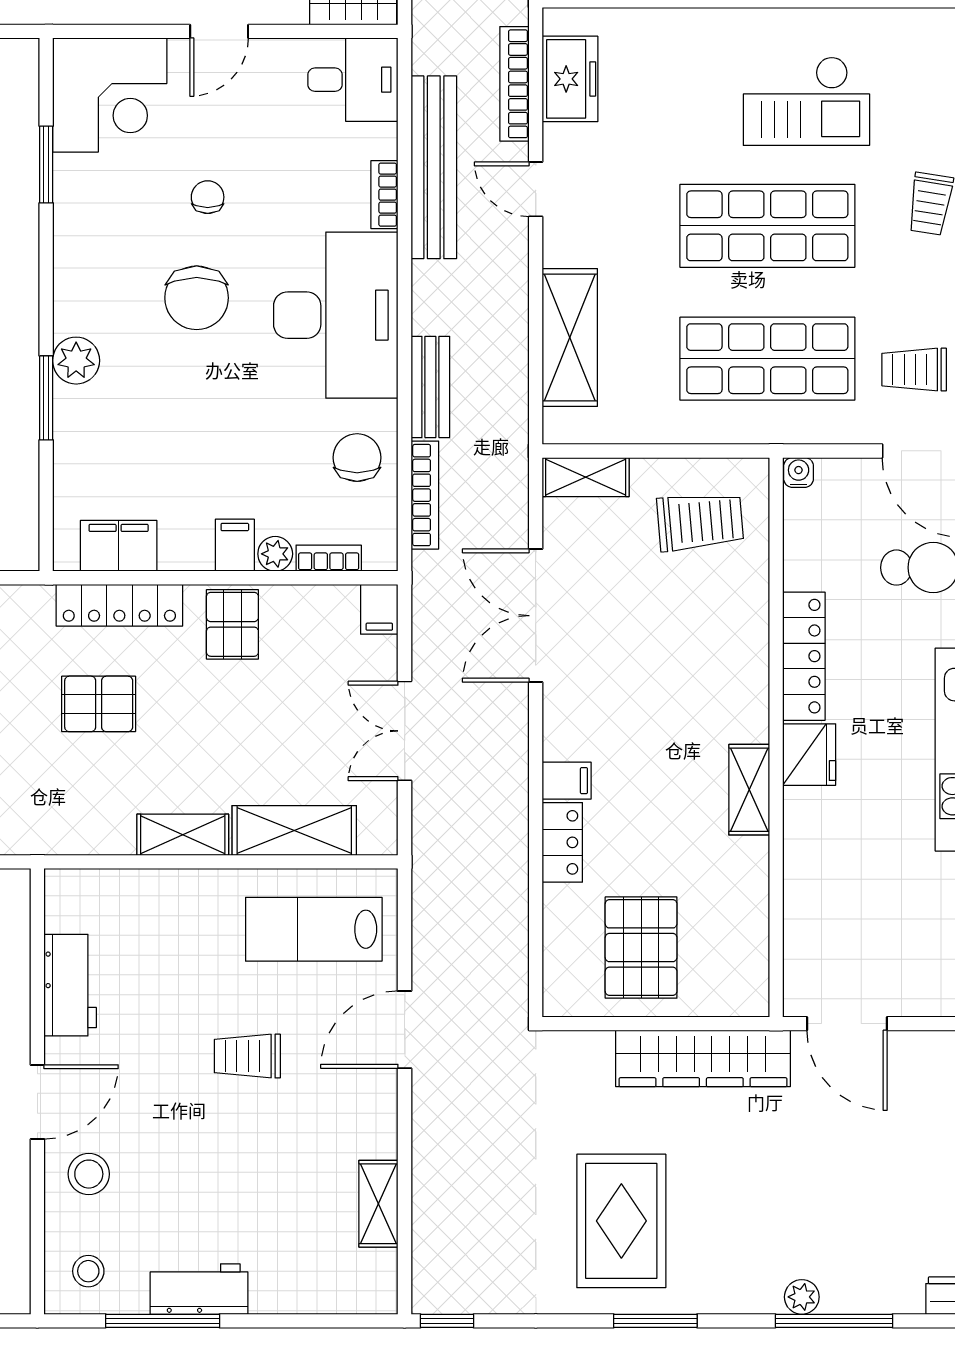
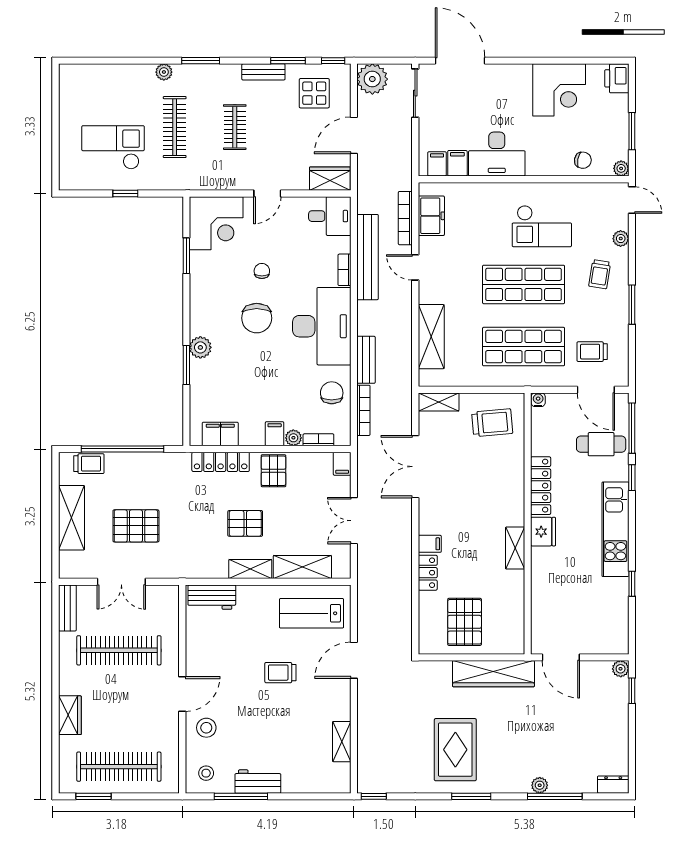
pallet: (99, 704) -> (245, 523), moved
workbench: (70, 985) -> (212, 597), moved, turned 90

